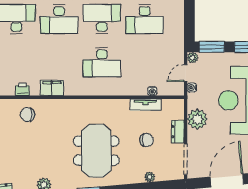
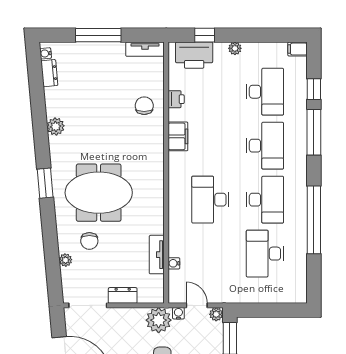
desk: (59, 19) -> (265, 146), turned 180
plant: (197, 119) -> (159, 320), moved
chair: (146, 140) -> (89, 241), moved

